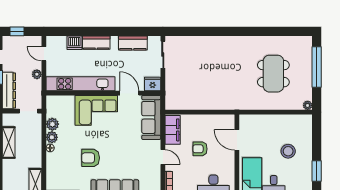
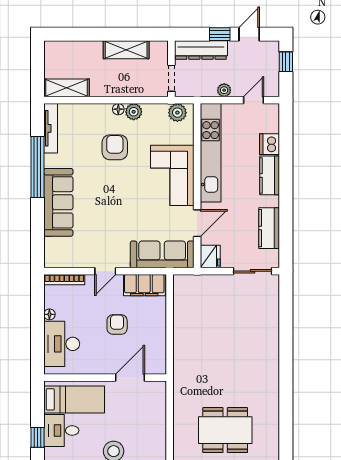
plant: (52, 124) -> (177, 113), moved
armchair: (91, 158) -> (115, 147), moved

